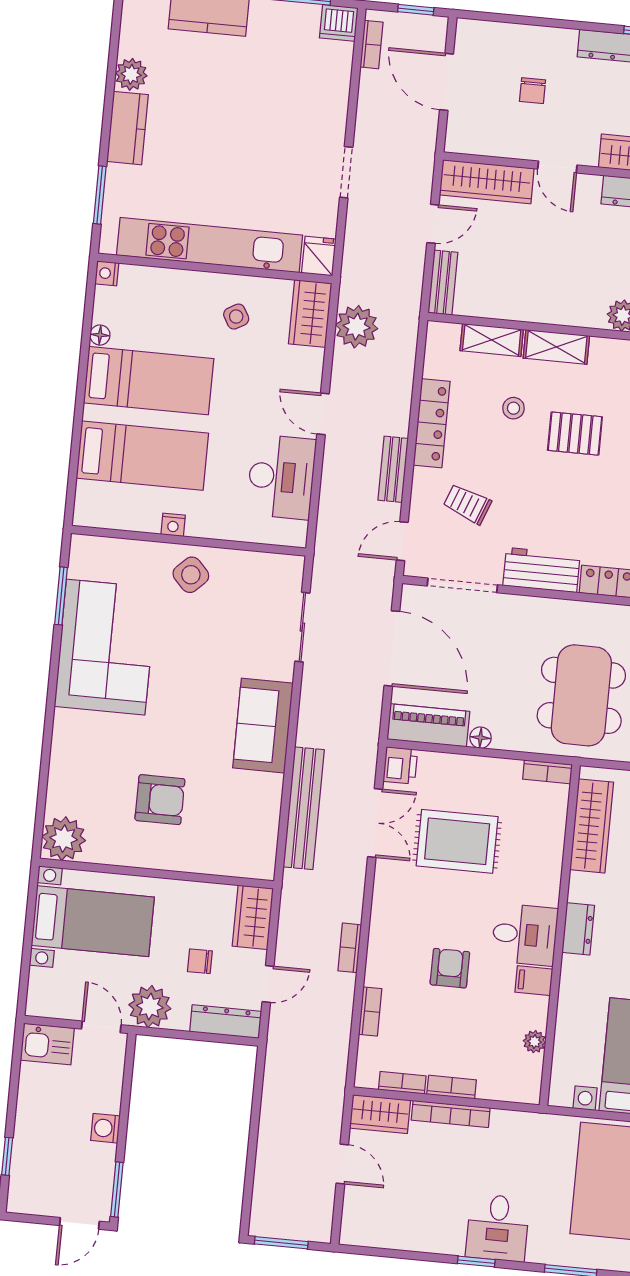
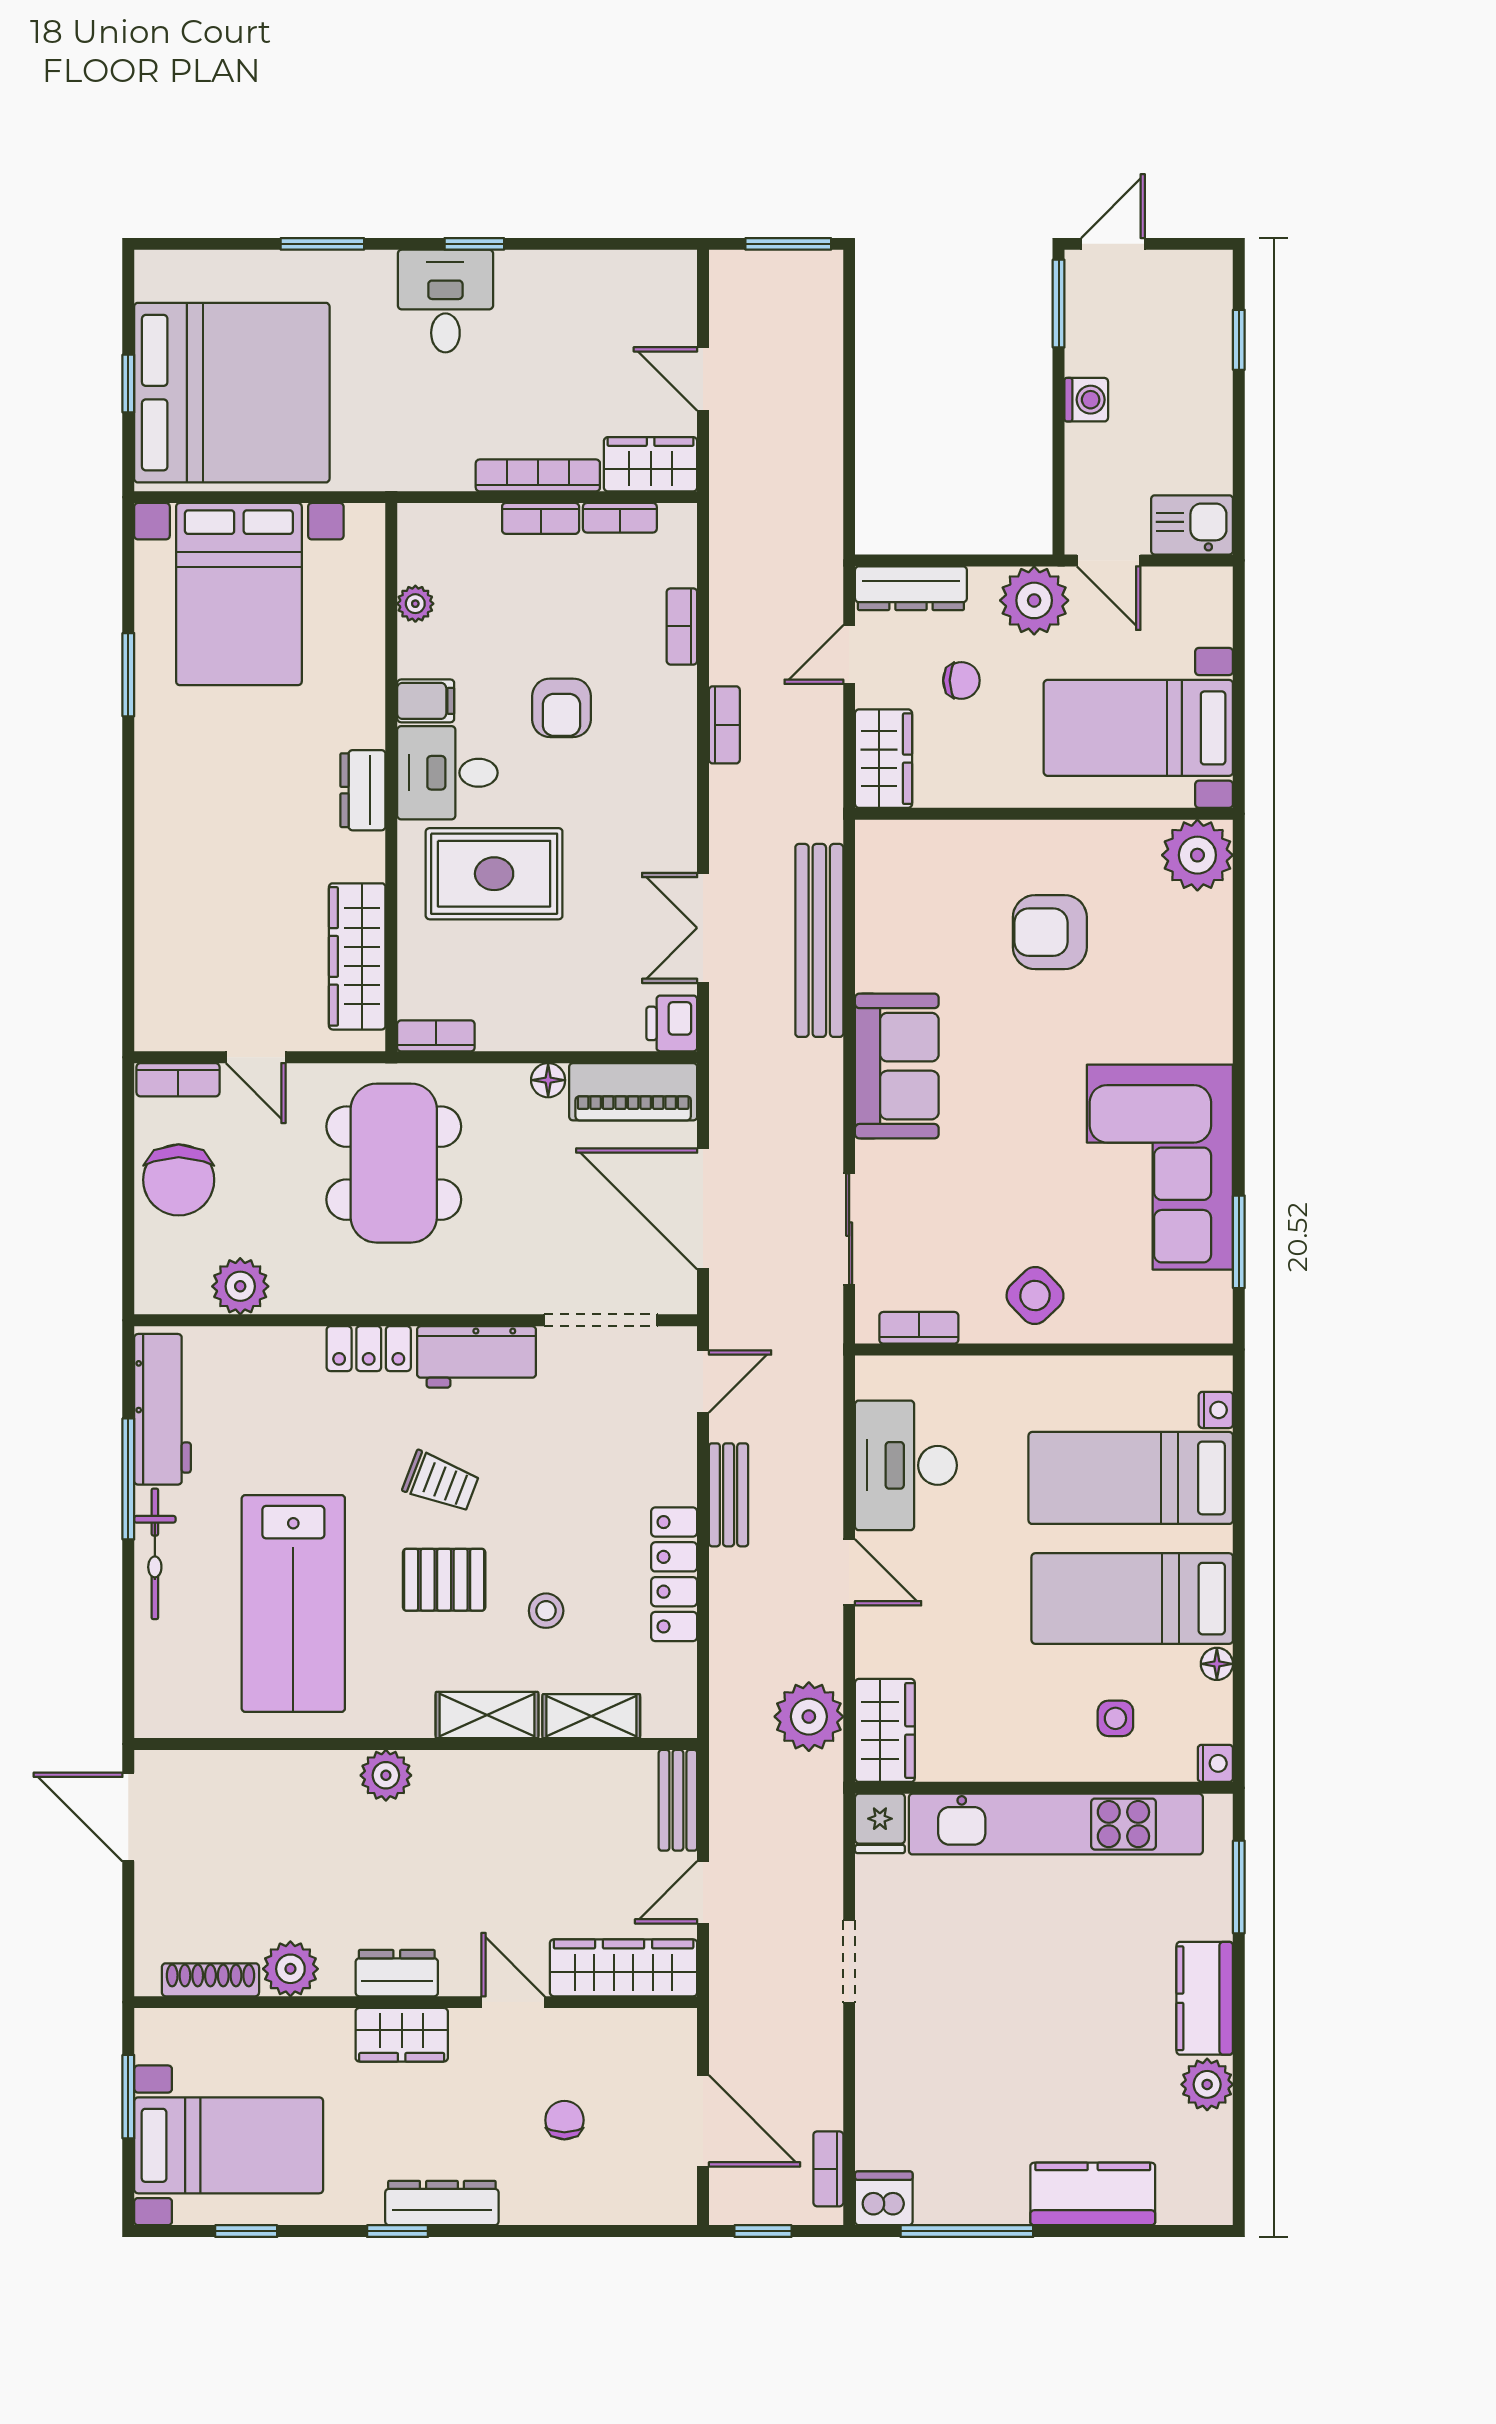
side table: (236, 317) -> (1115, 1718), moved, turned 30
trolley: (467, 504) -> (441, 1482), moved
nightstand: (173, 525) -> (1216, 1410), moved, turned 90
bookcase: (265, 562) -> (919, 1328), added
rug: (457, 841) -> (494, 874), moved

